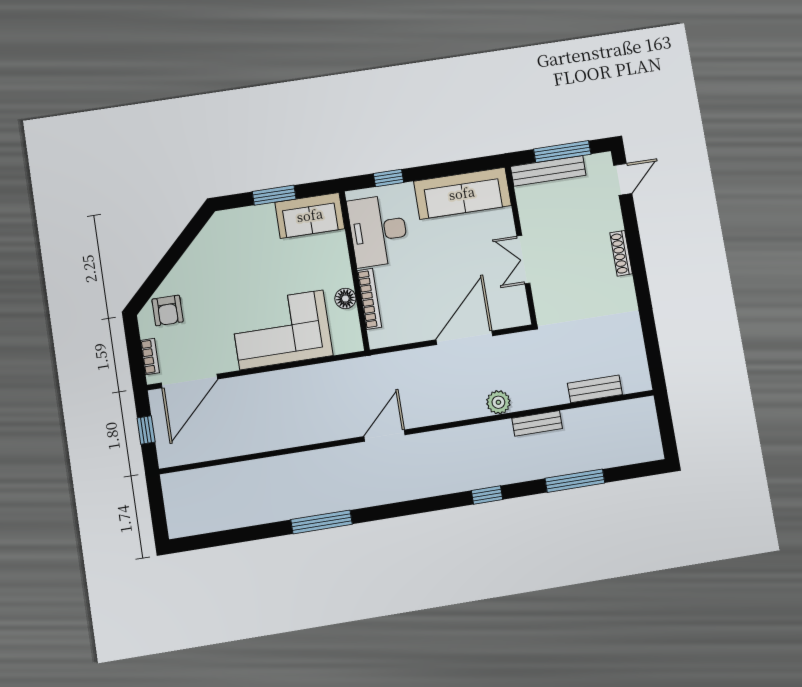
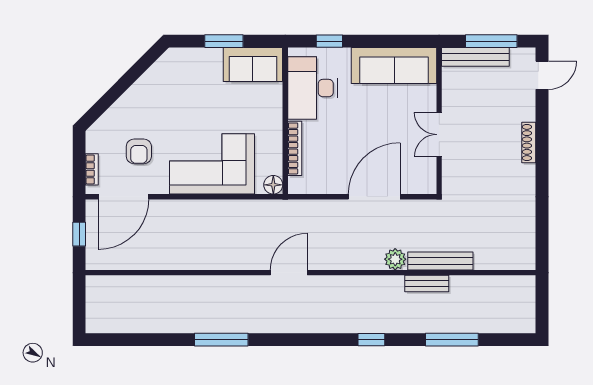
floor lamp: (345, 299) -> (273, 185), moved
armchair: (168, 311) -> (139, 151), moved
bench: (595, 389) -> (440, 261), moved, width x1.36

